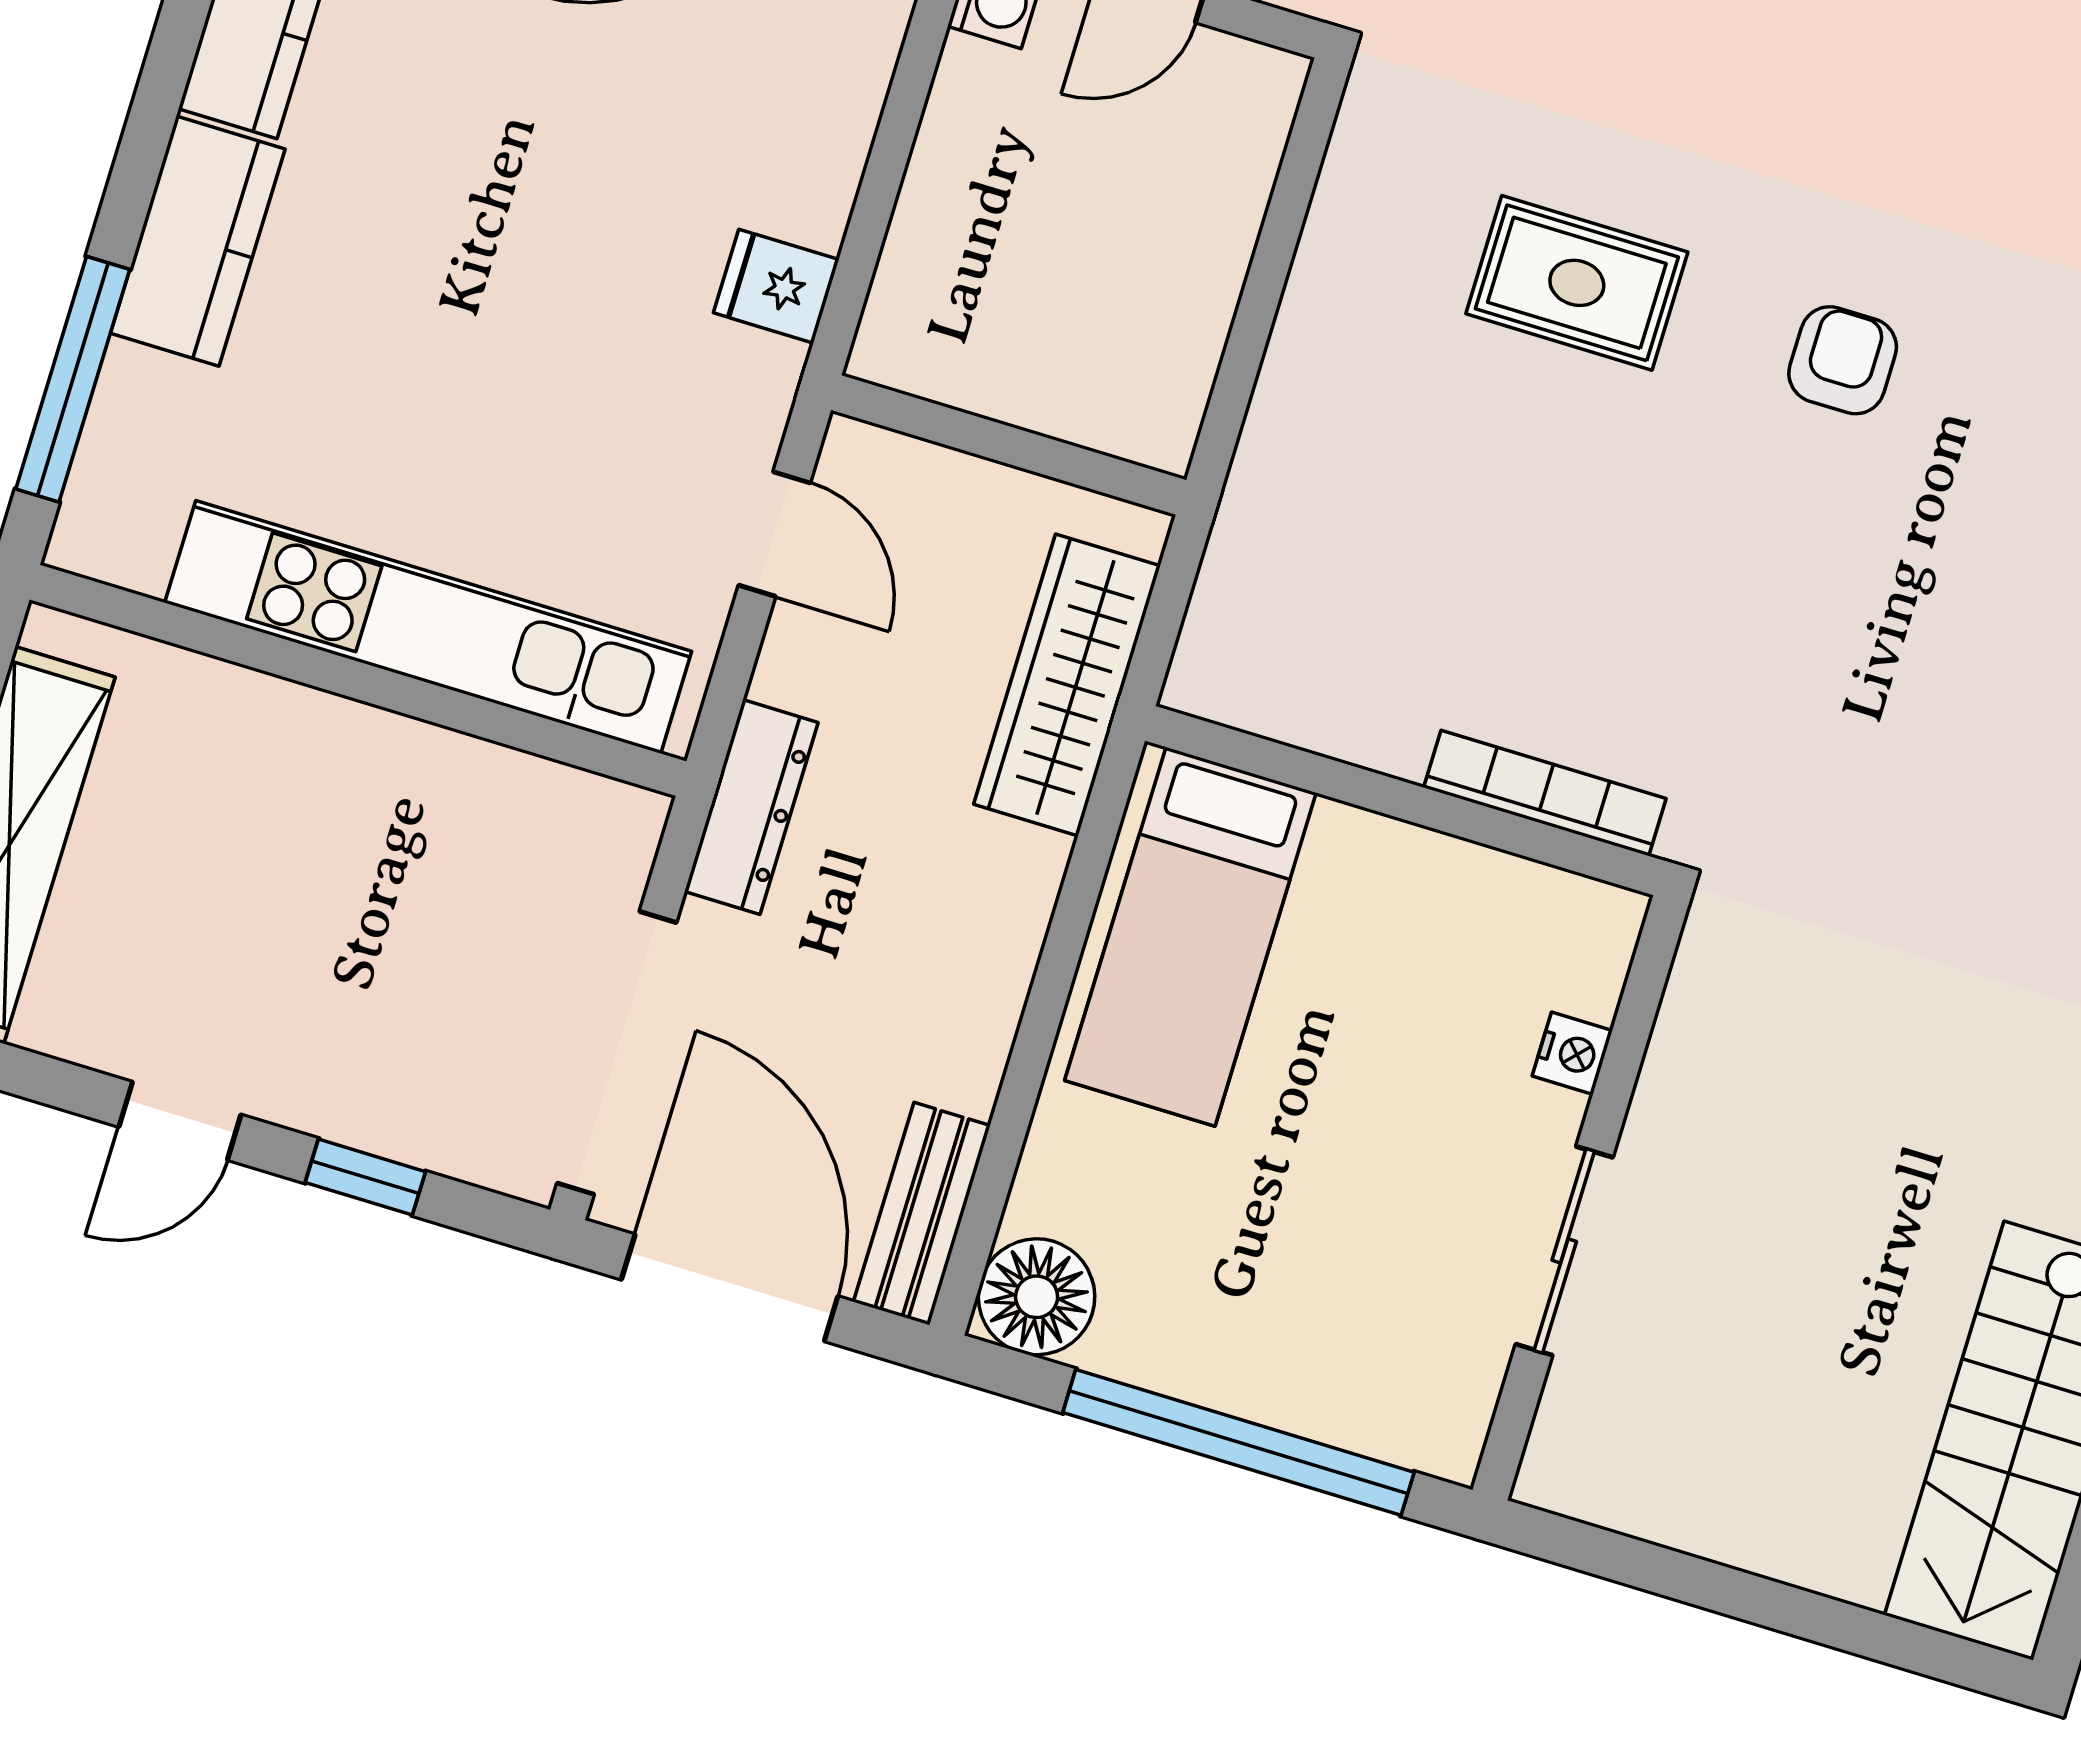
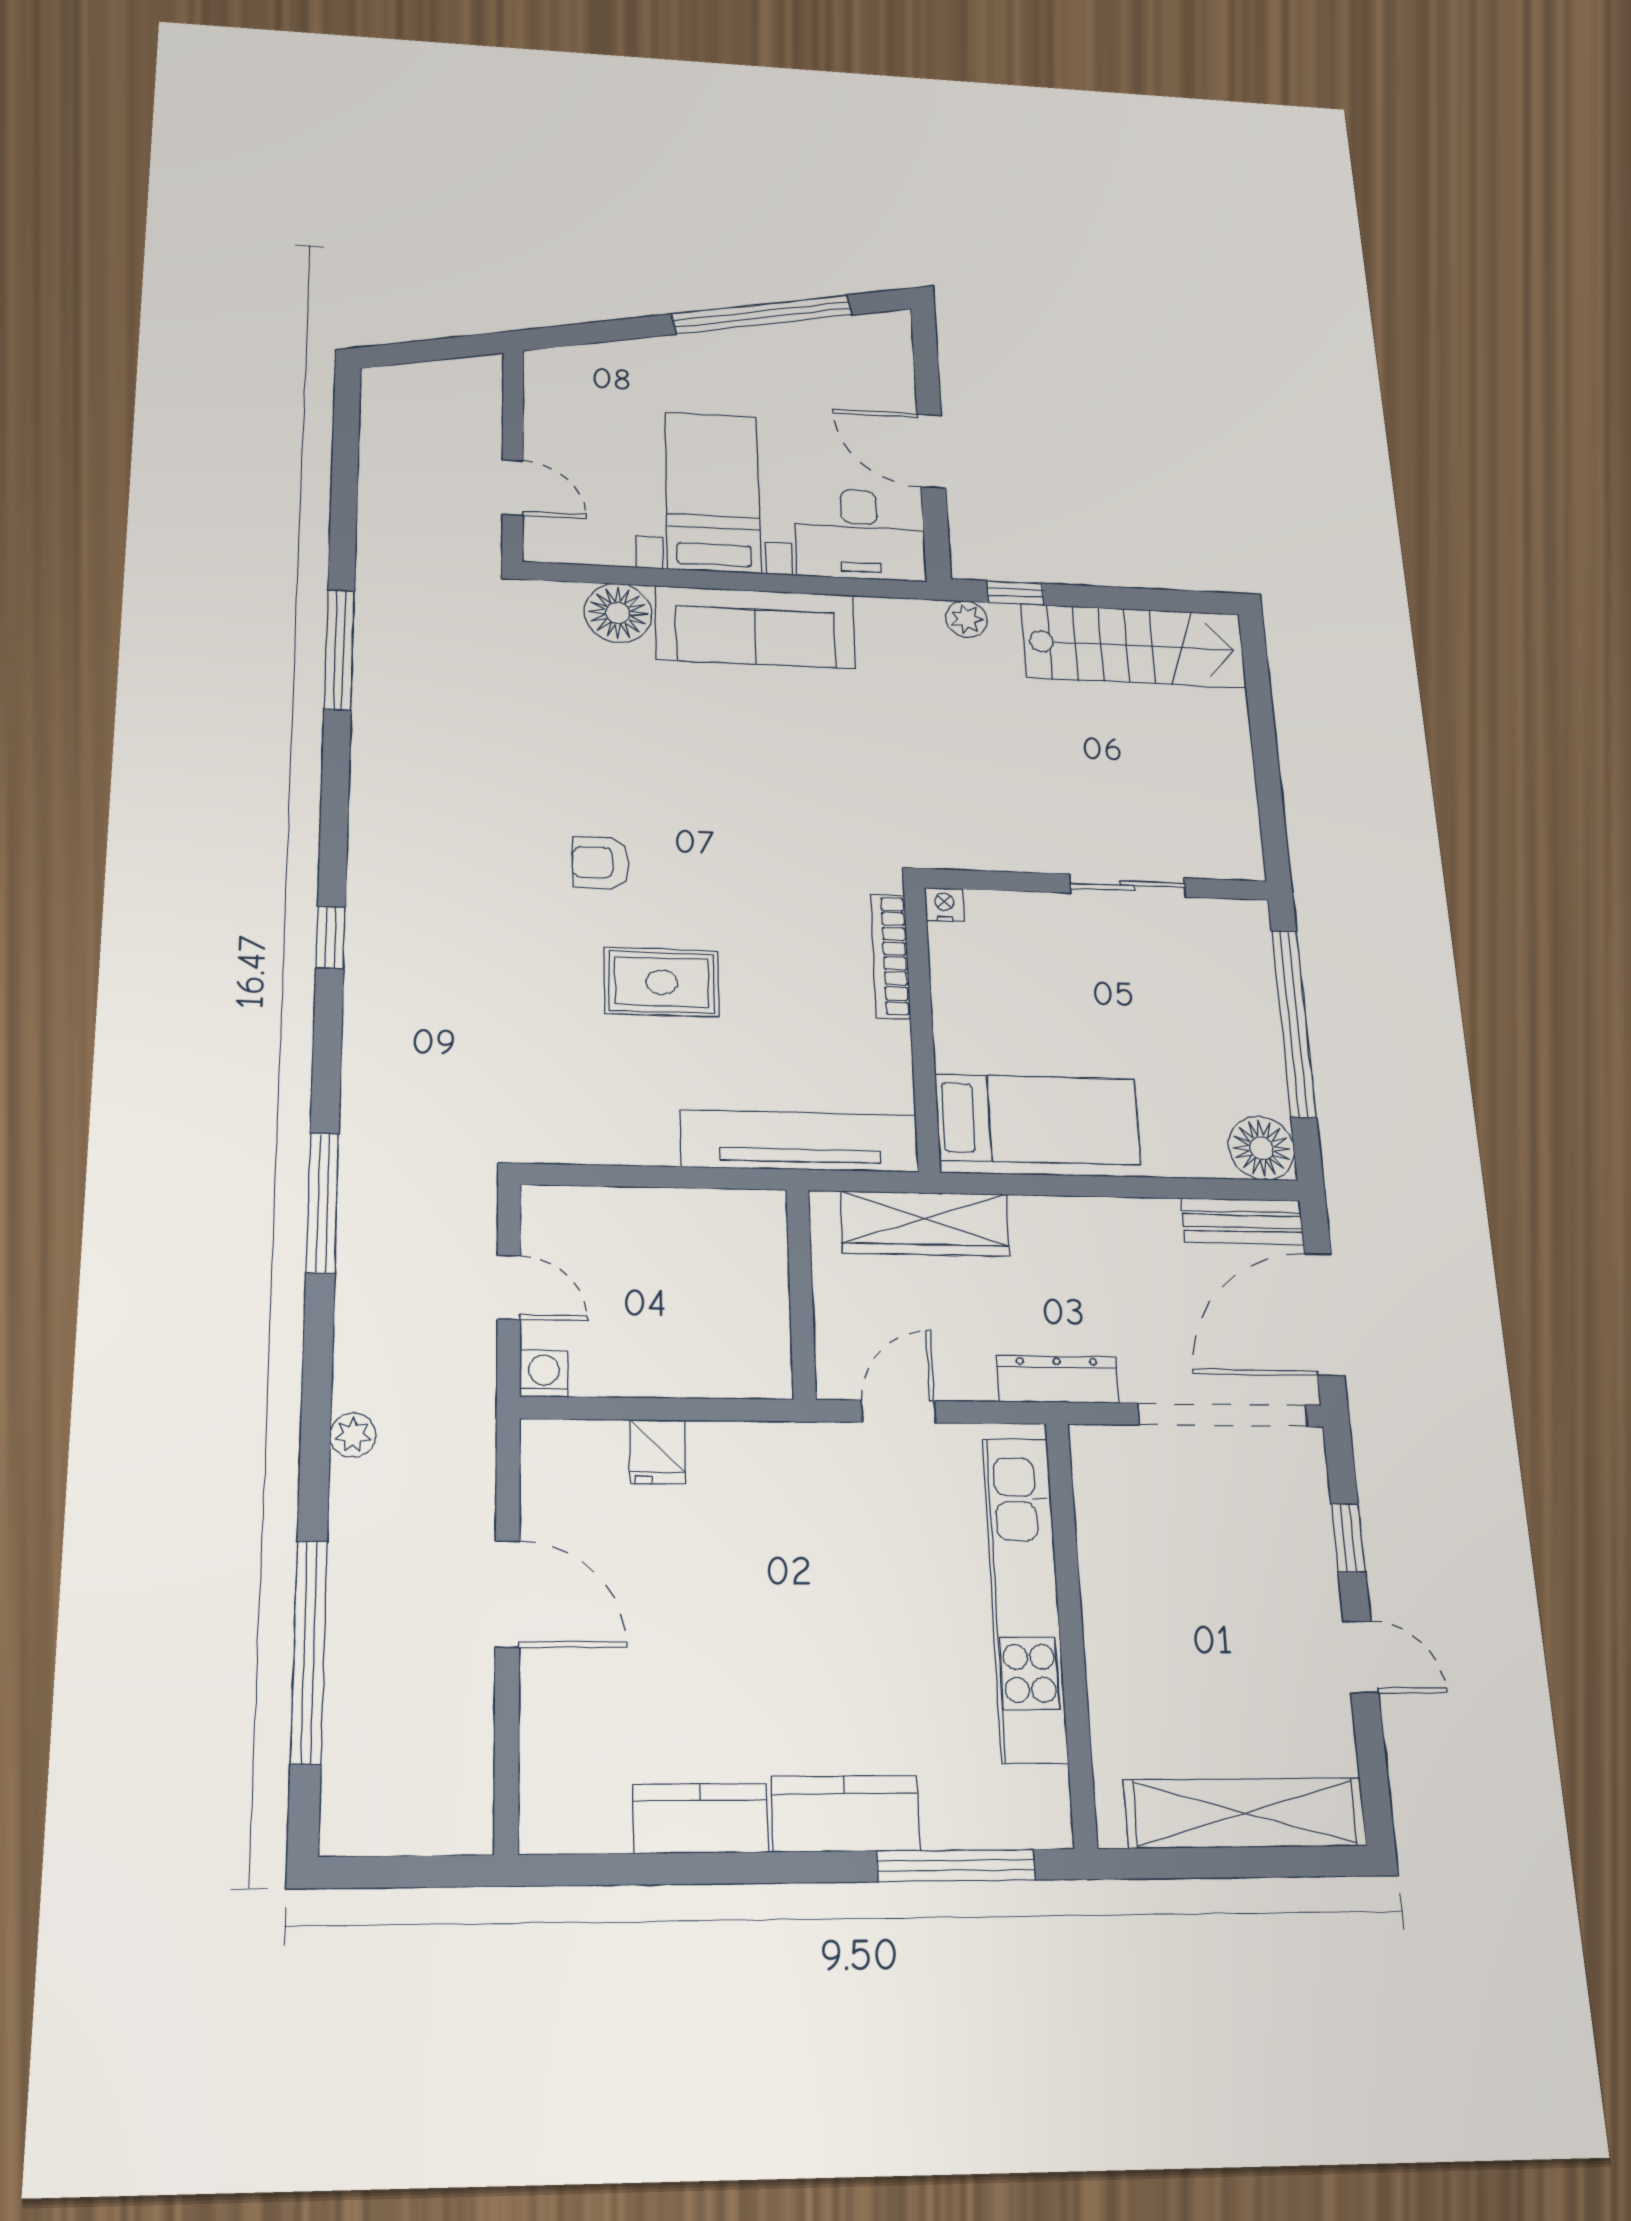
rug: (1577, 283) -> (662, 982), moved, turned 90
fridge: (776, 286) -> (658, 1452), moved
tv unit: (1263, 529) -> (800, 1141), added
nightstand: (1572, 1053) -> (944, 905), moved

